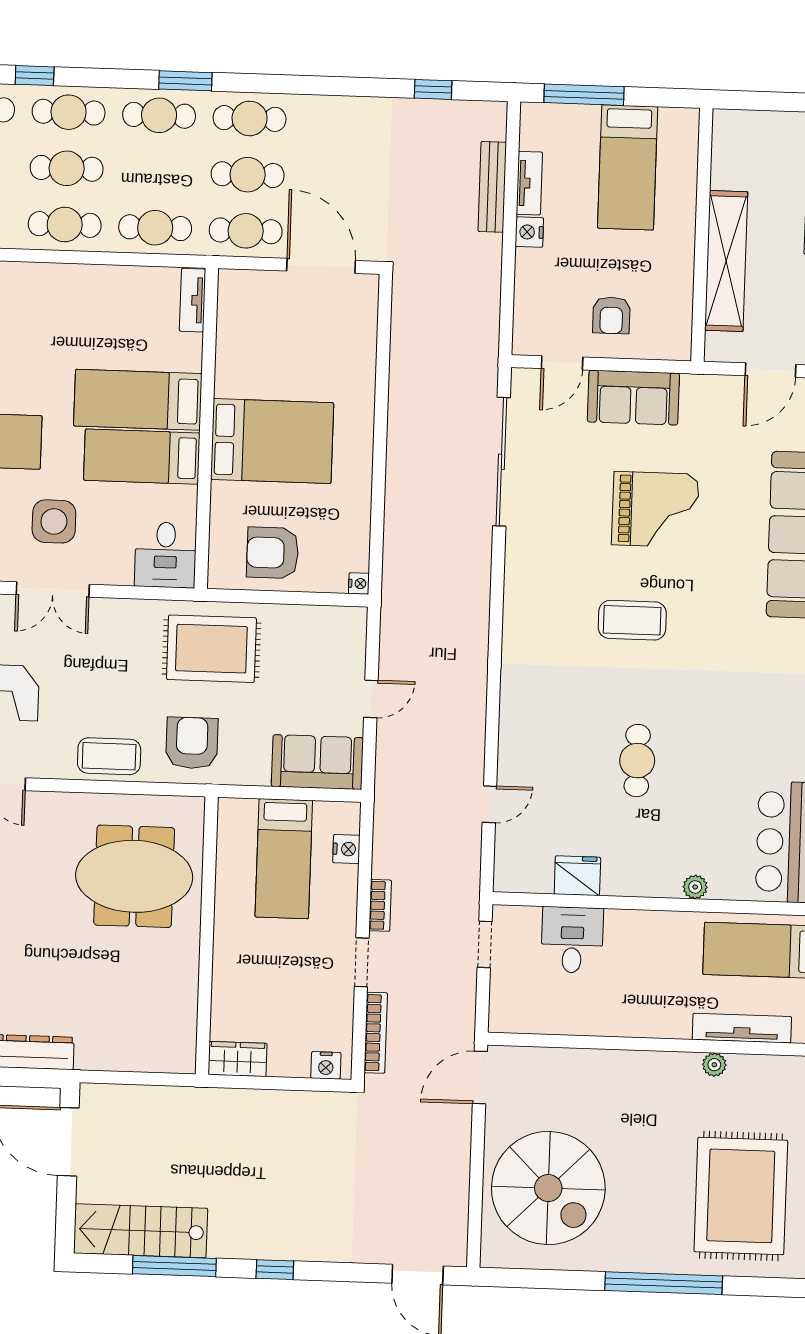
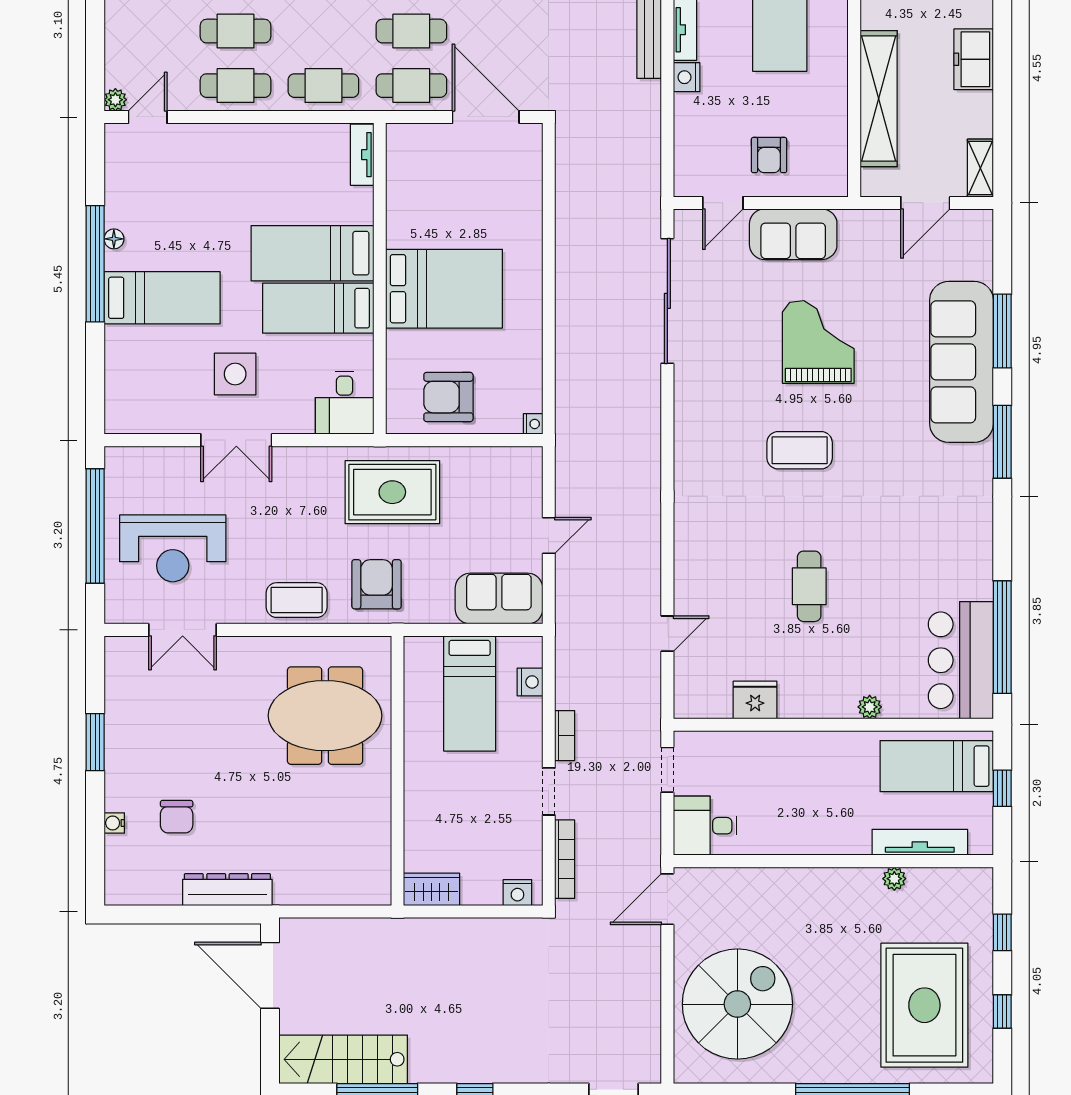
grand piano: (655, 509) -> (818, 342), turned -90
desk: (572, 940) -> (705, 826), moved, turned -90
spiral stairs: (548, 1188) -> (737, 1004), turned -90

